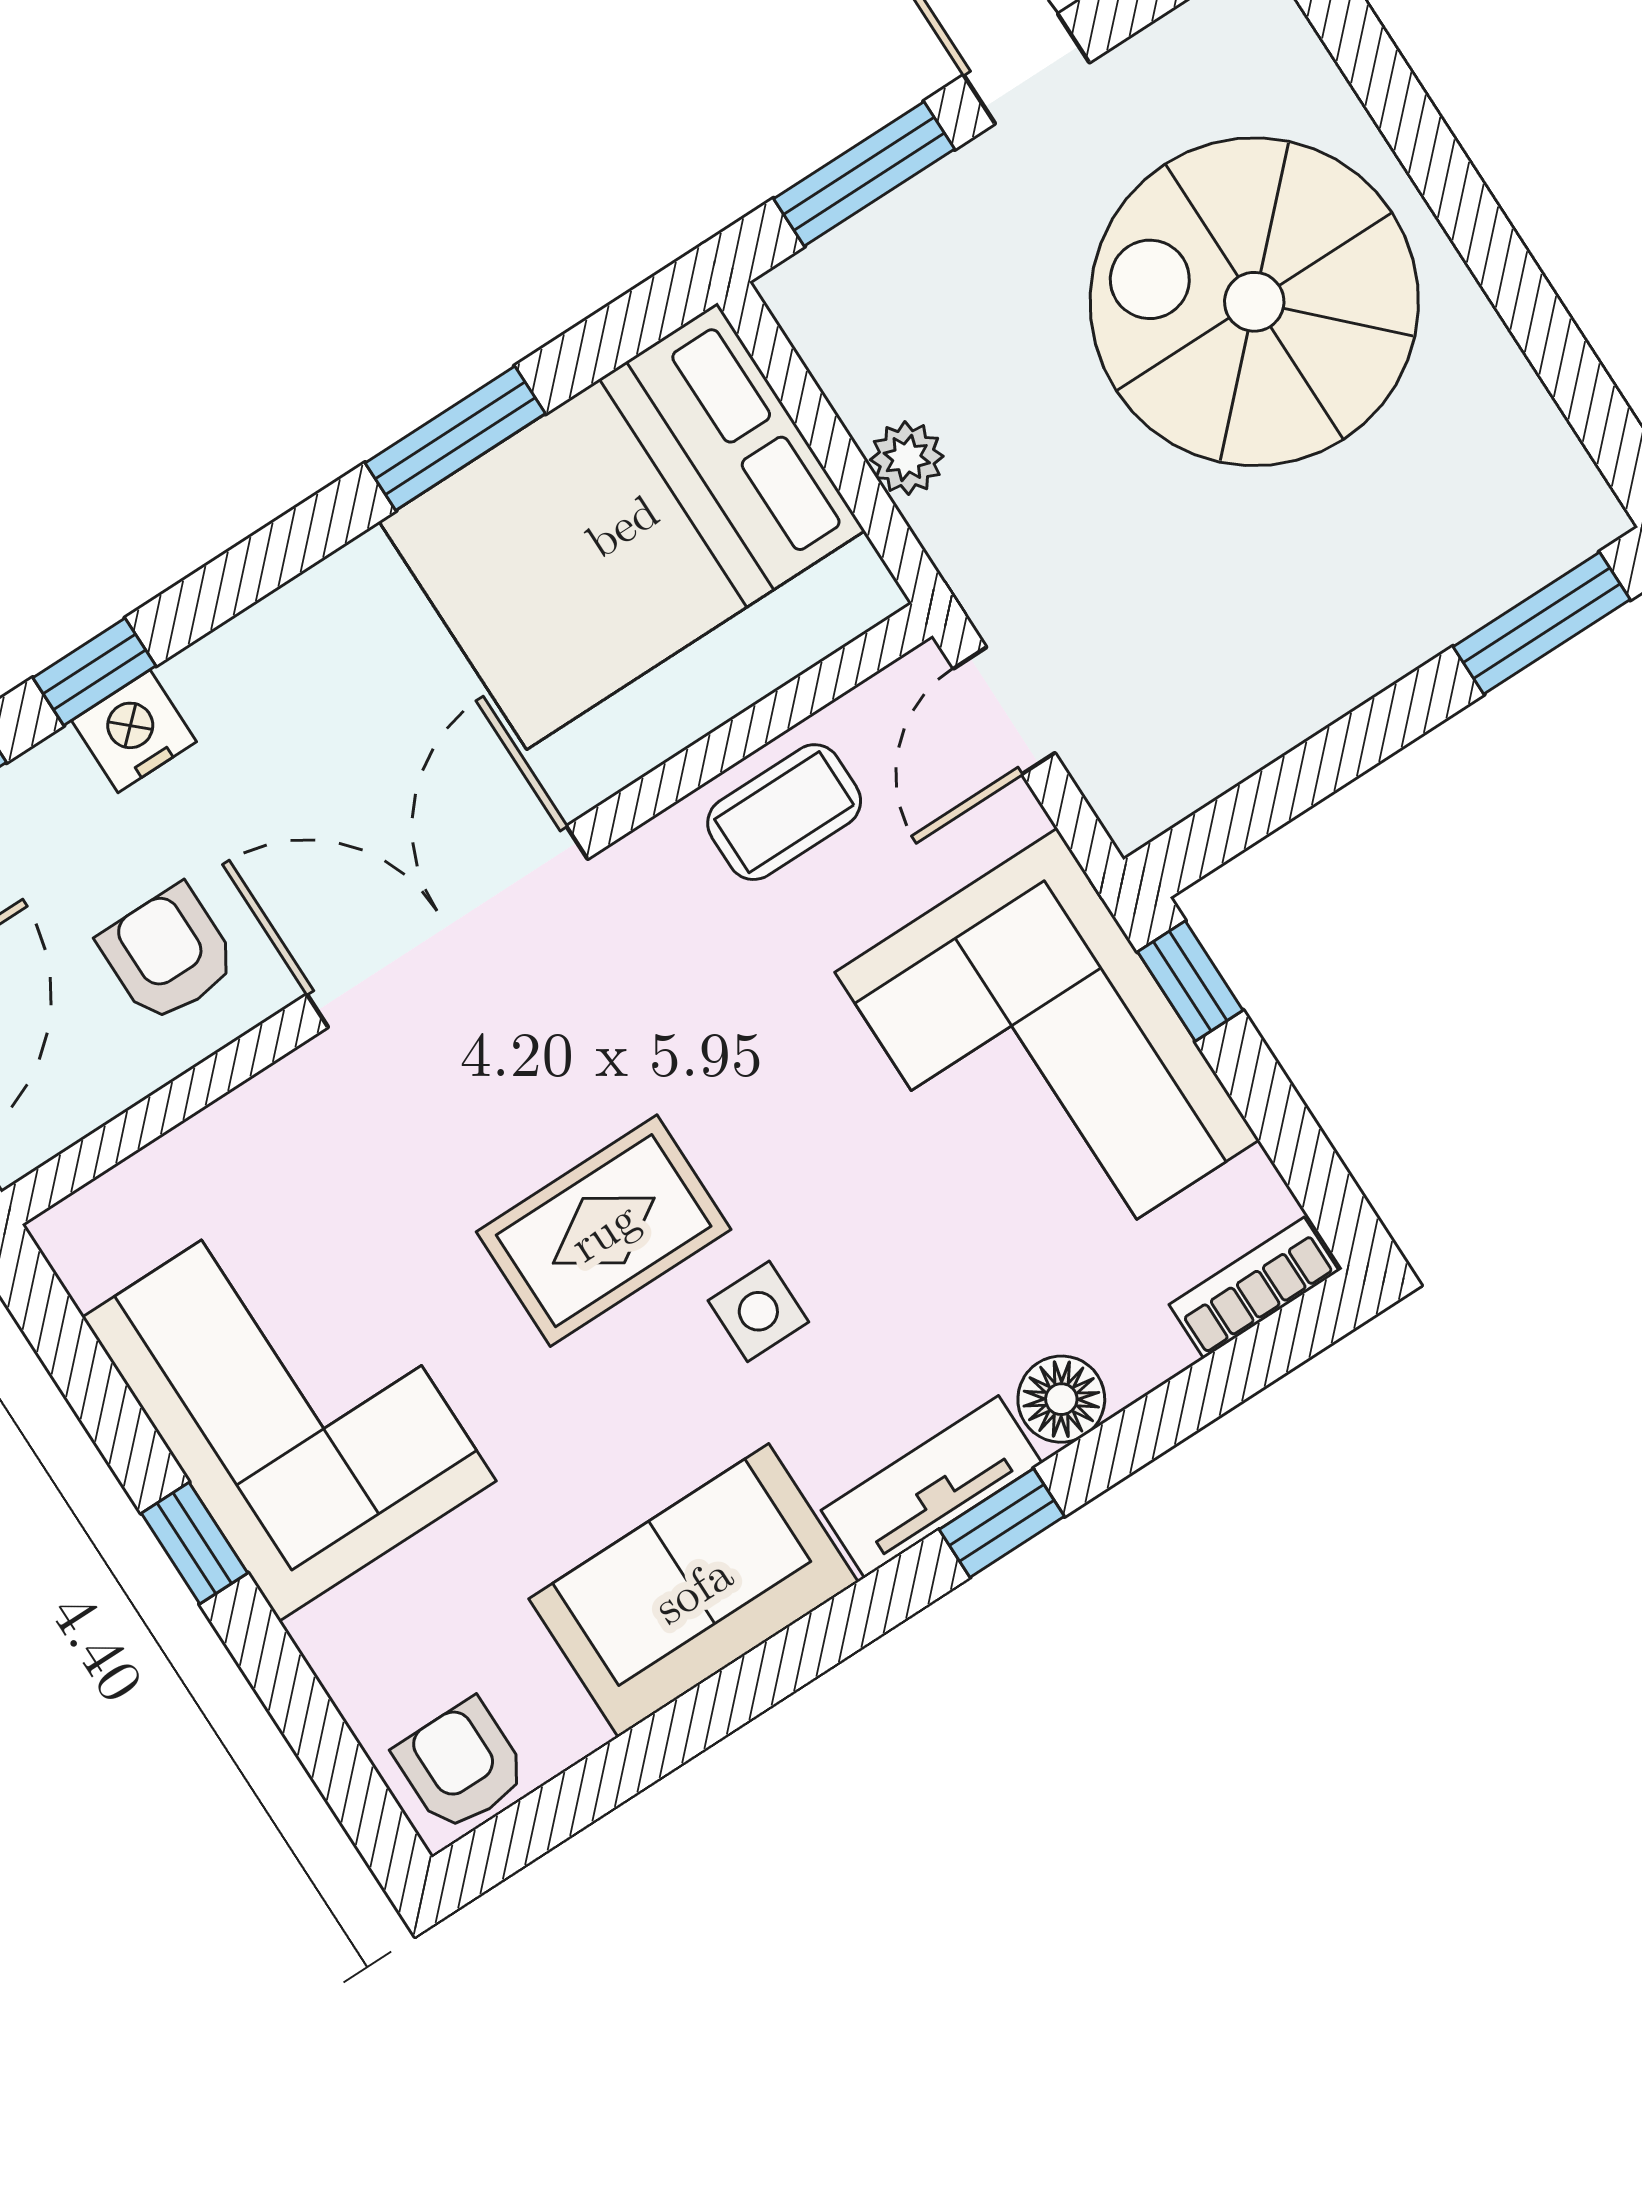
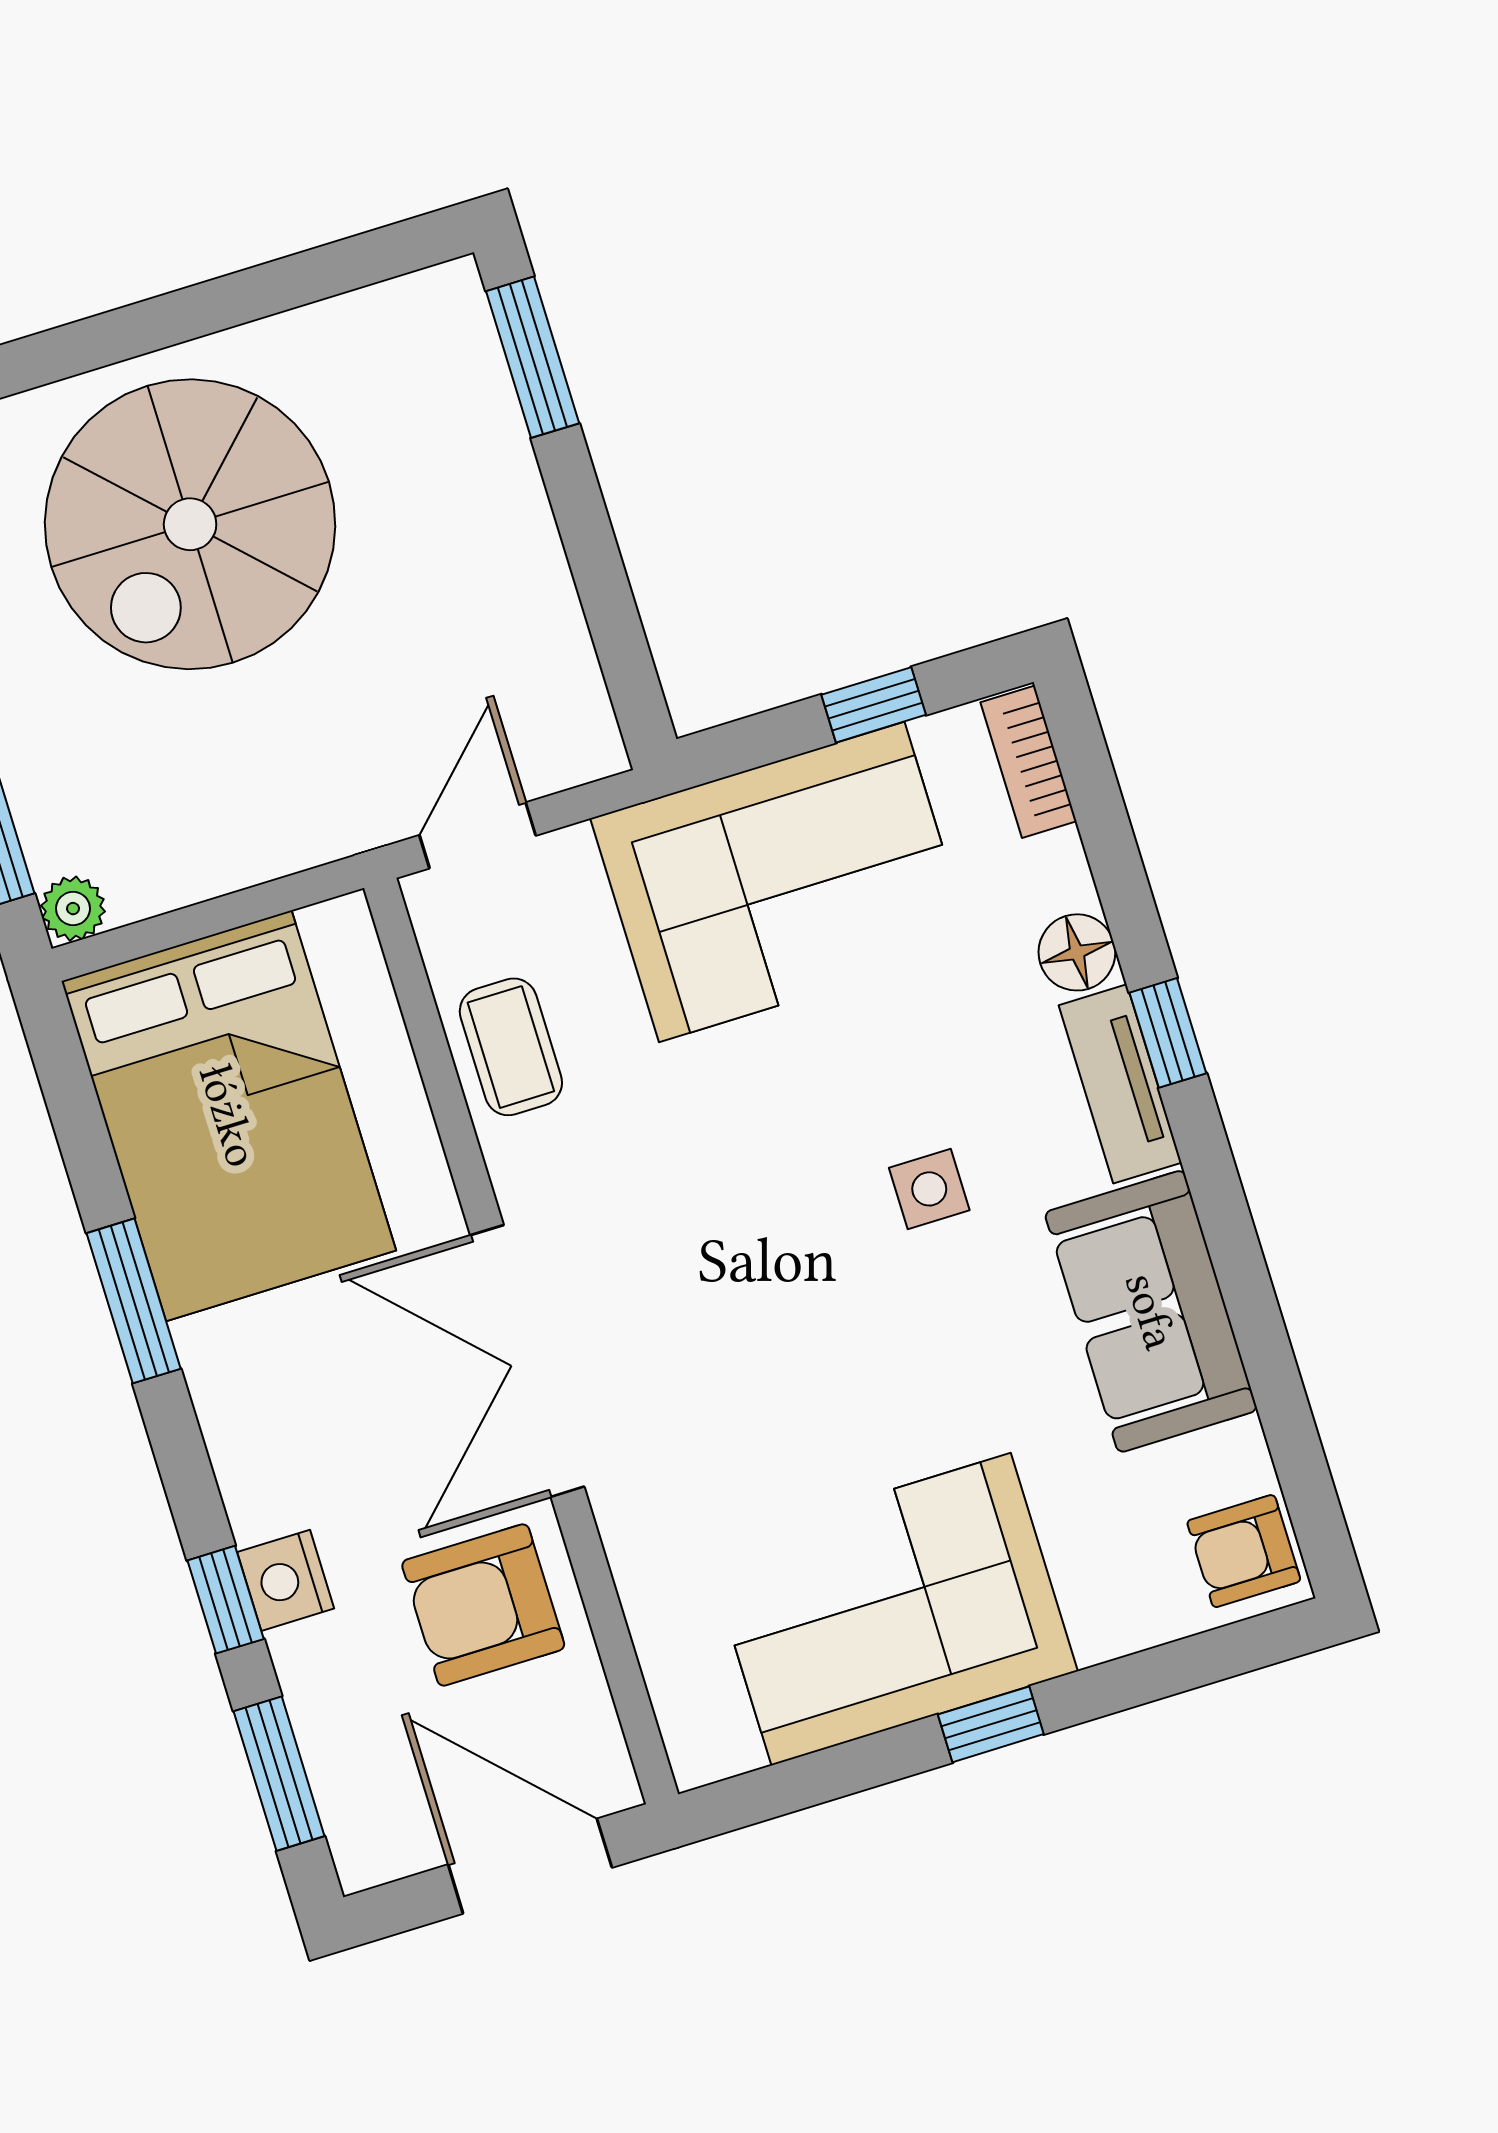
window: (455, 438) -> (134, 1301), moved
plant: (907, 458) -> (73, 909), moved
door: (1004, 711) -> (478, 835), swing flipped
armchair: (168, 954) -> (483, 1605), width x1.38, depth x1.38
window: (1190, 981) -> (874, 705), moved
rug: (604, 1231) -> (823, 1301), removed

